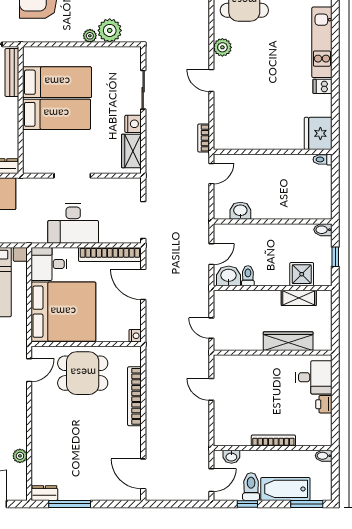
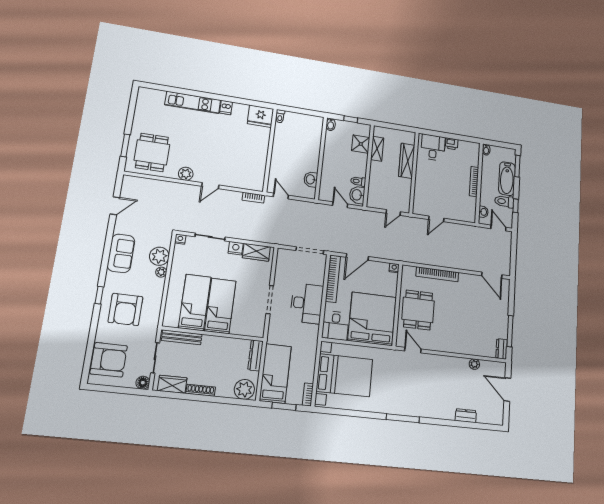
nightstand: (135, 53) -> (180, 239), added
door: (143, 474) -> (492, 275), hinge flipped

